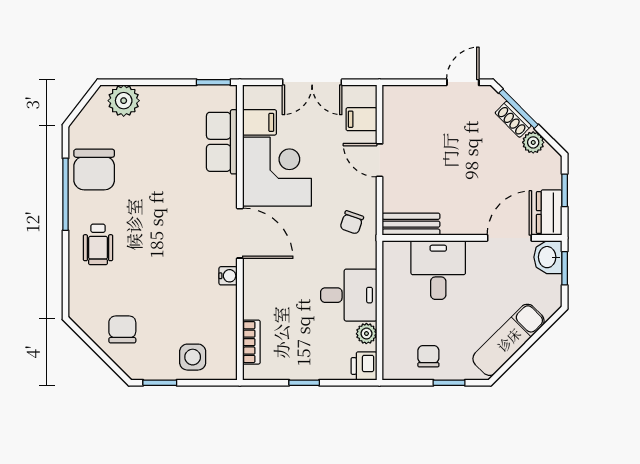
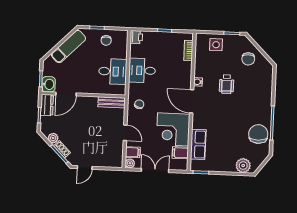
wheelchair: (98, 244) -> (227, 84), moved, turned 180
desk: (438, 270) -> (113, 71), moved, turned -90
plant: (366, 334) -> (130, 163), moved

